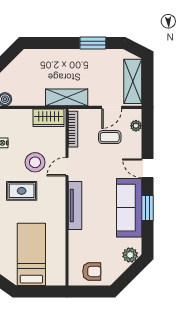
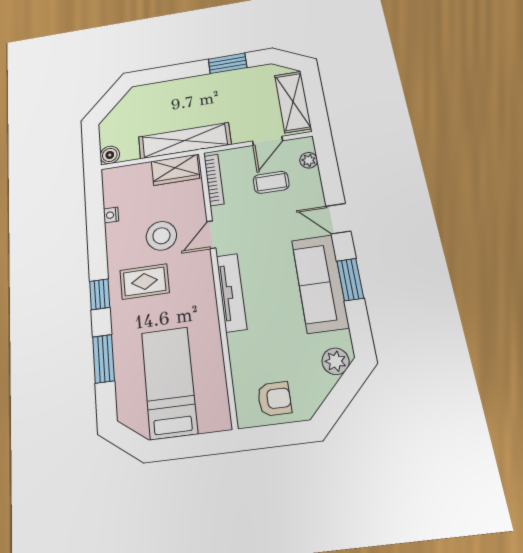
shelving: (67, 97) -> (185, 141), width x1.47

